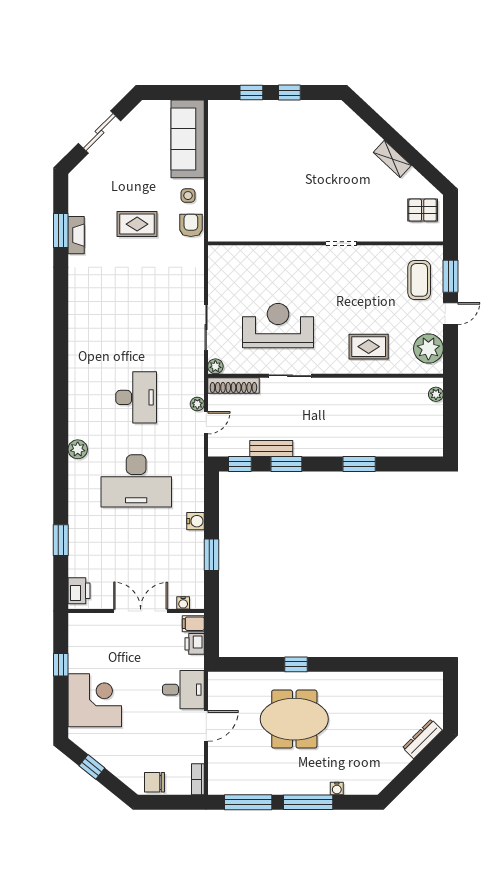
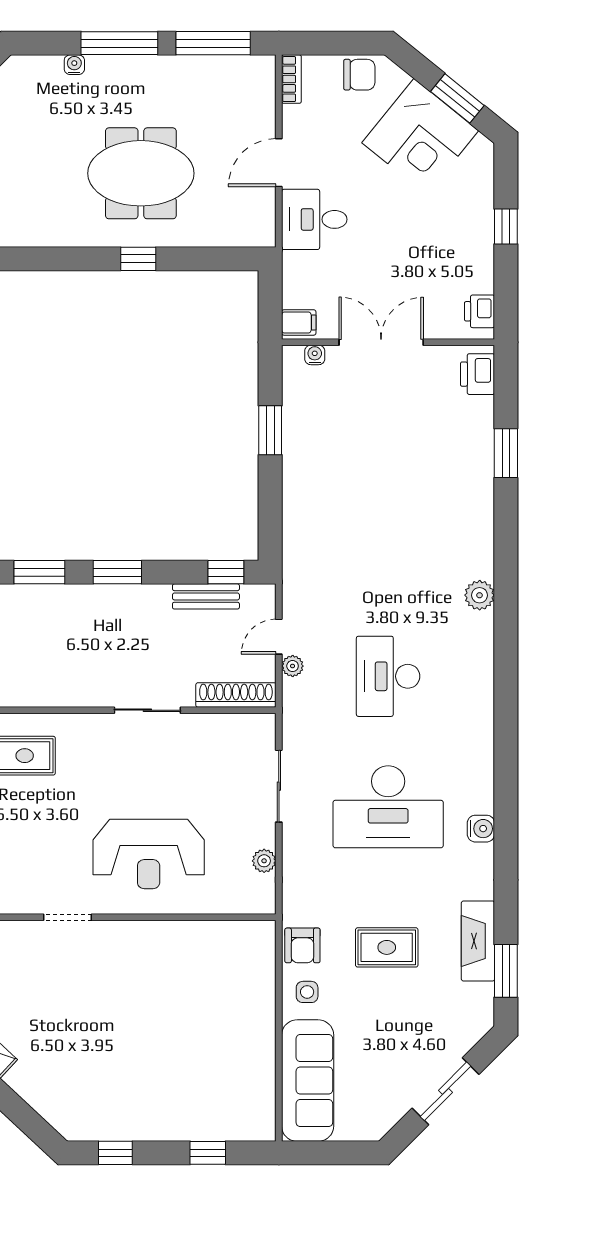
window: (289, 93) -> (115, 1153), moved
window: (61, 230) -> (506, 971), moved
fireplace: (76, 235) -> (478, 941), width x1.37, depth x1.32
reception desk: (278, 326) -> (149, 854), moved
plant: (215, 366) -> (264, 861), moved
bench: (271, 448) -> (206, 596), moved
window: (286, 464) -> (117, 572), moved
desk: (136, 481) -> (388, 807), moved, turned 180
water cooler: (196, 521) -> (481, 829), moved, turned 180
double door: (141, 611) -> (381, 342), swing flipped
printer: (195, 644) -> (480, 311), moved, turned 180
window: (61, 665) -> (506, 226), moved
corner desk: (95, 700) -> (420, 137), moved, turned -51
window: (92, 767) -> (457, 98), width x1.50

